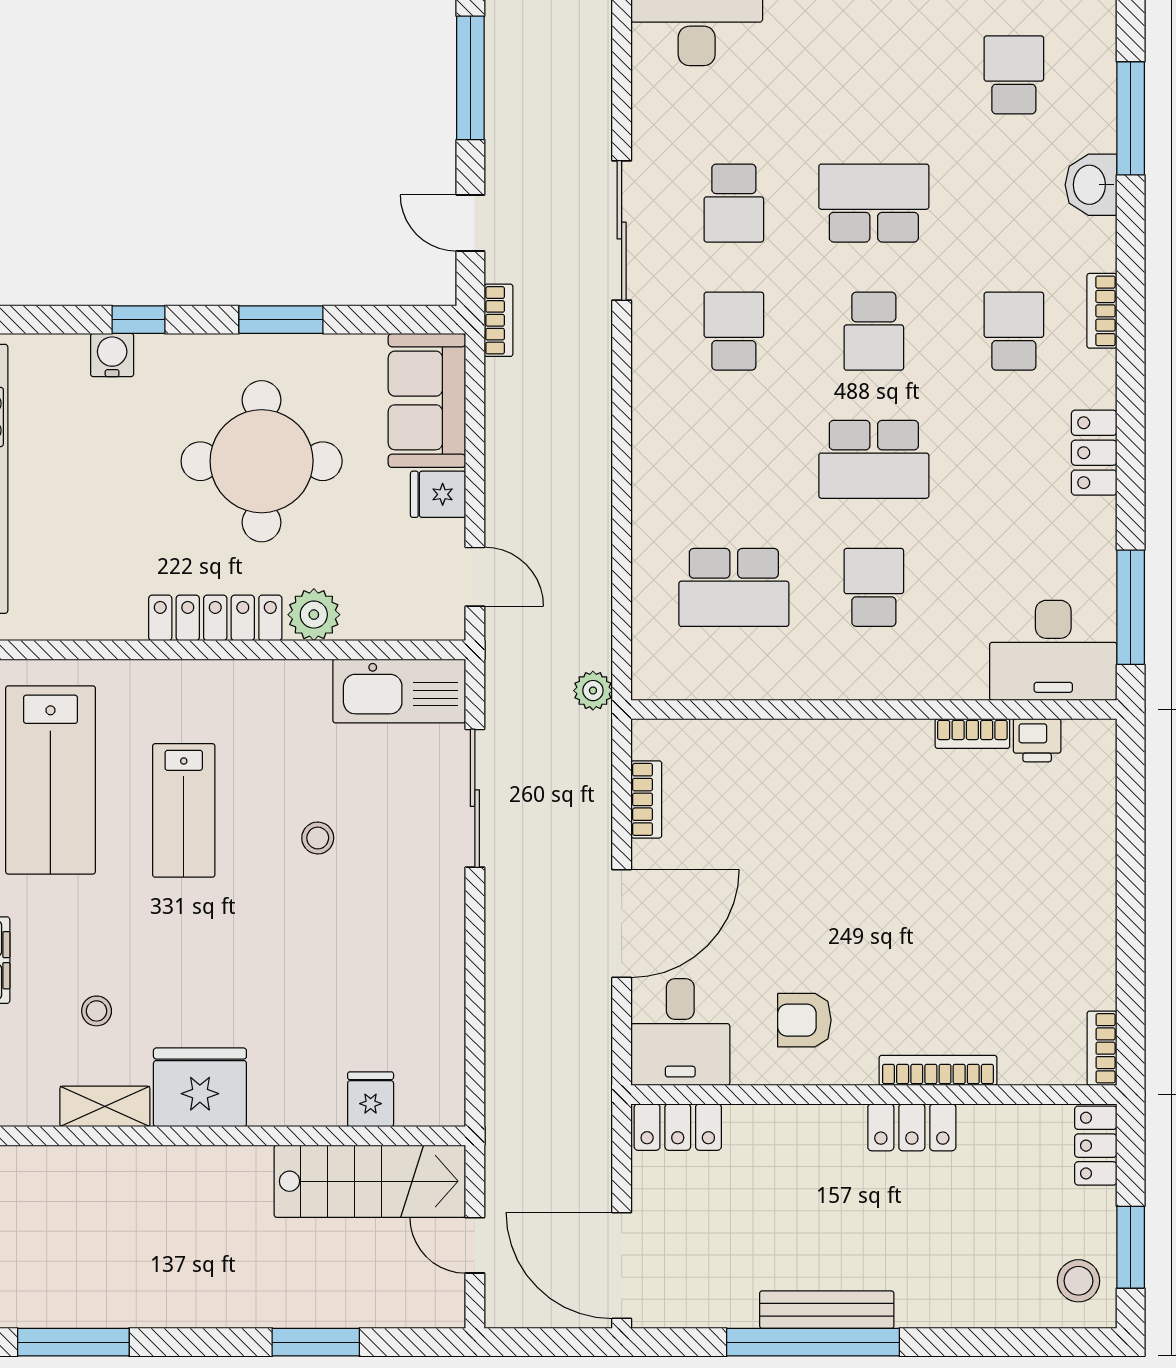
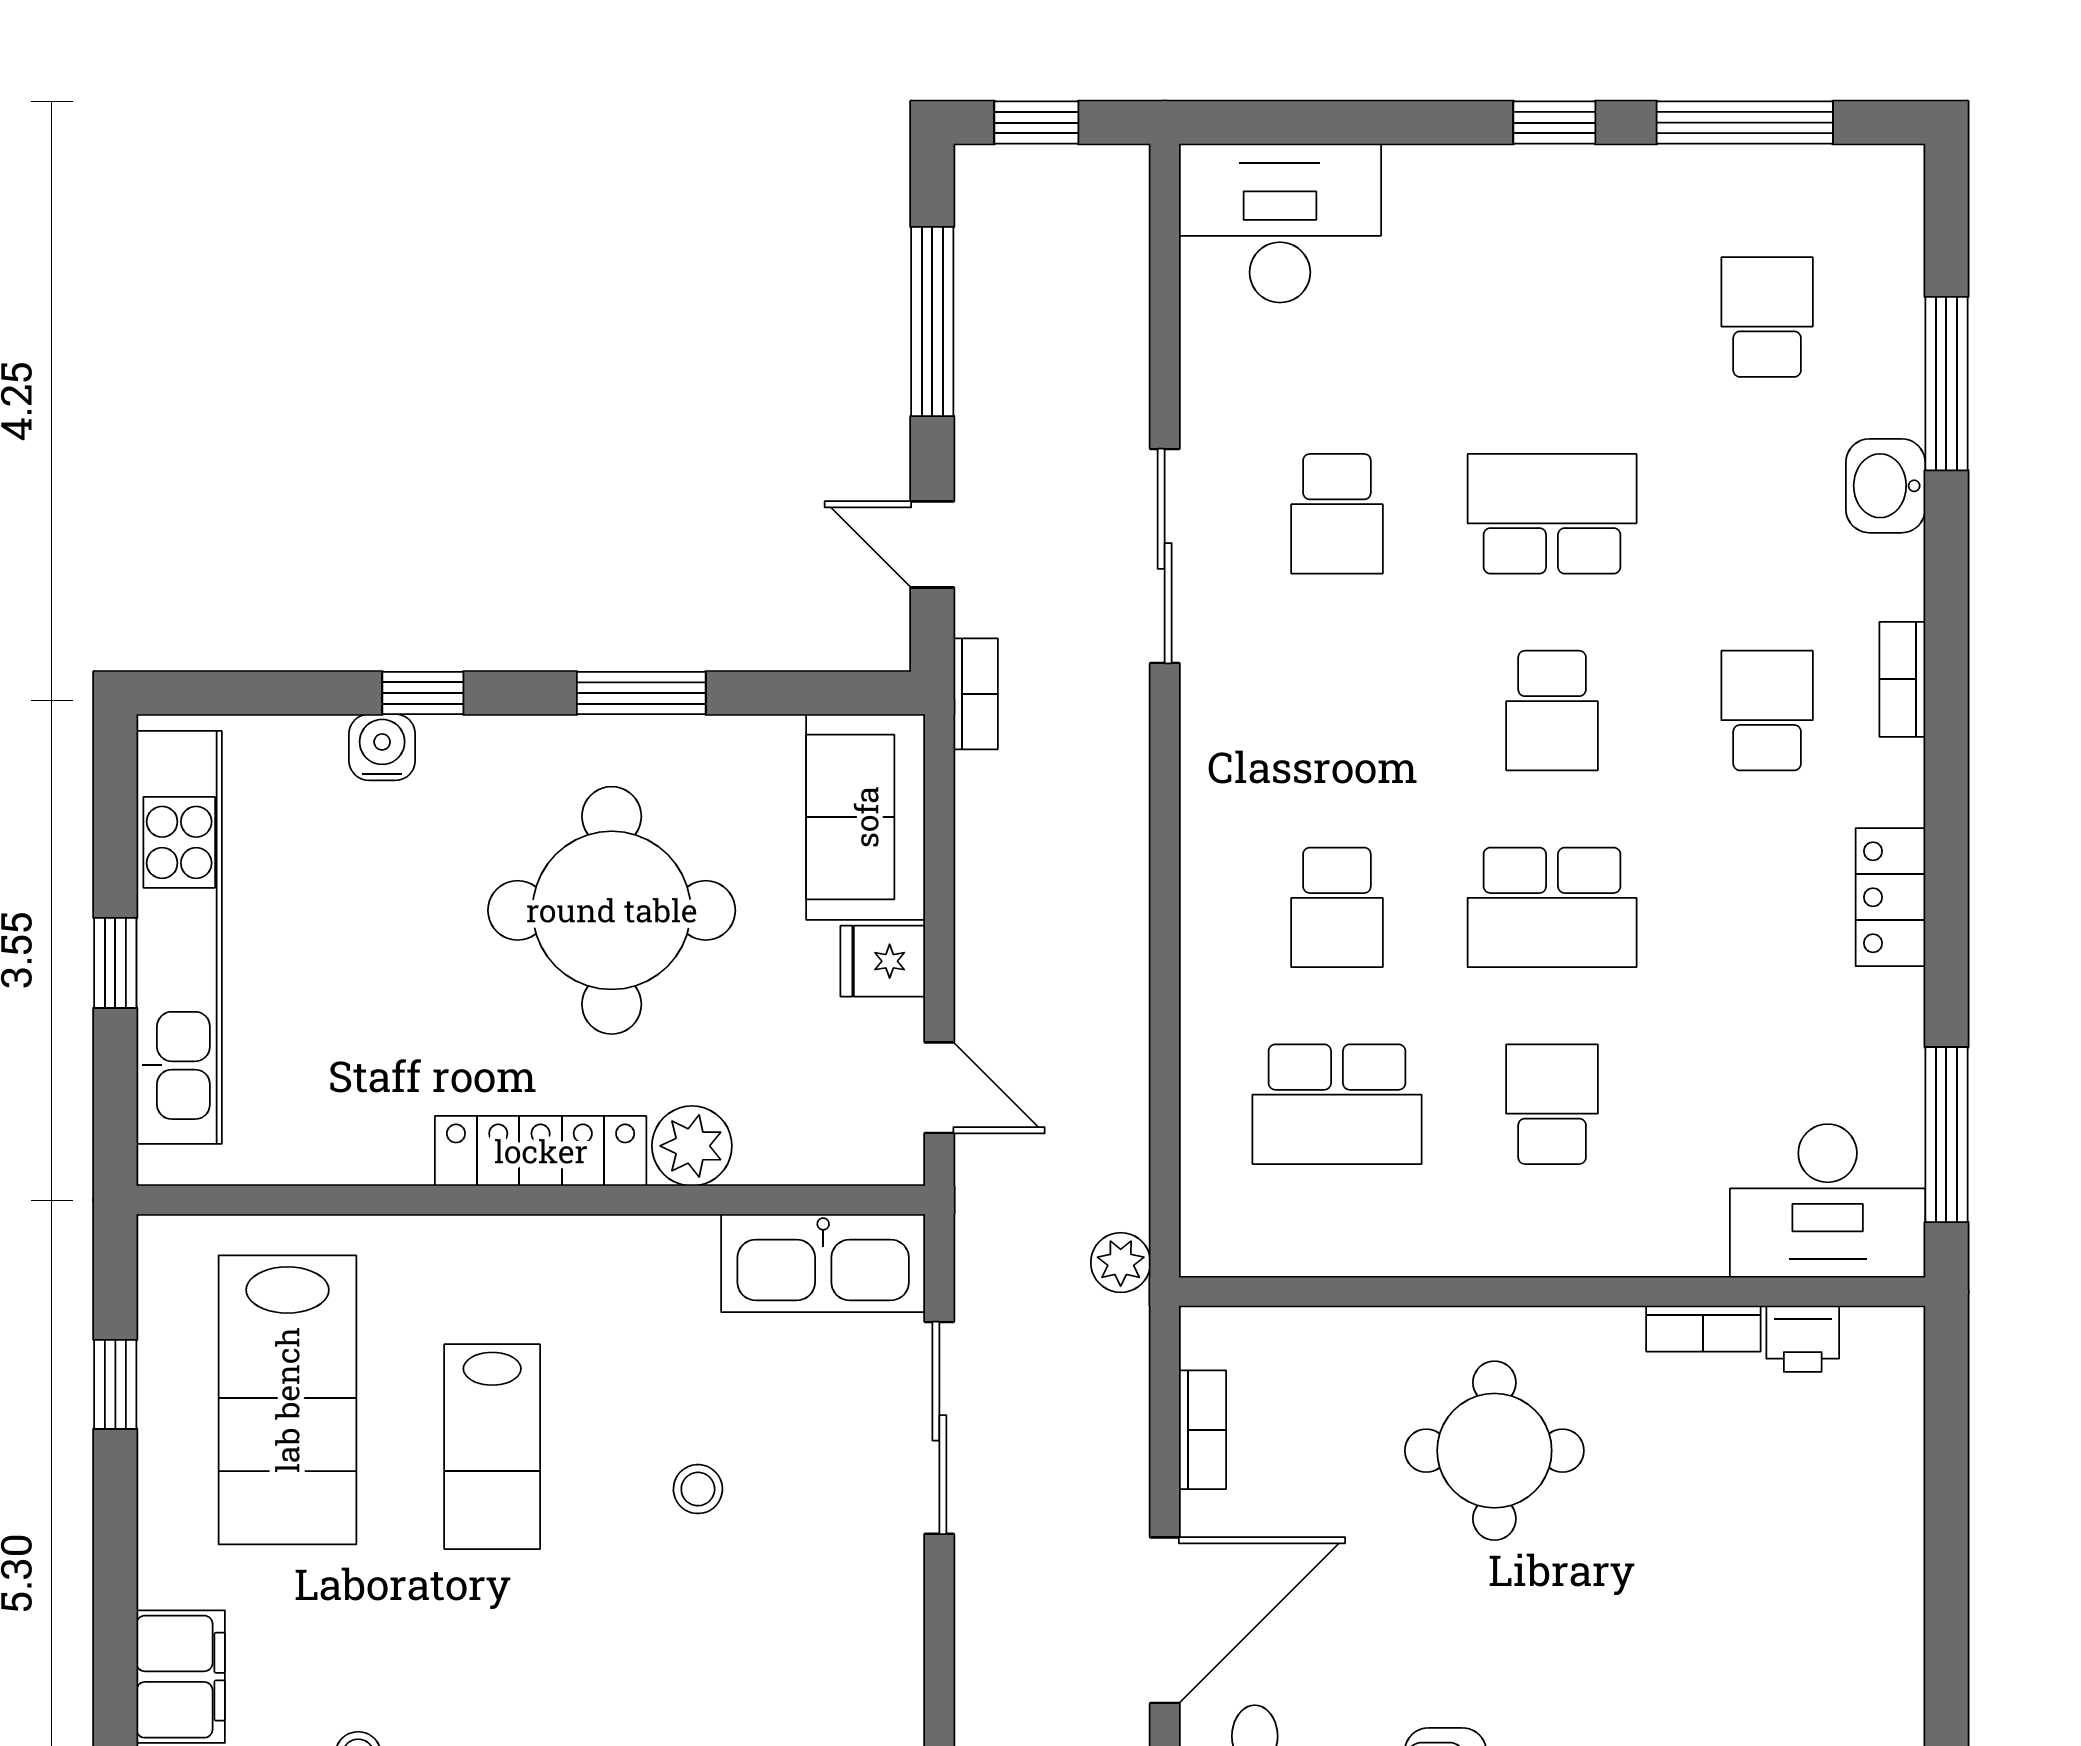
school desk: (734, 331) -> (1337, 907), moved, turned 180
round table: (836, 813) -> (1494, 1451), added

